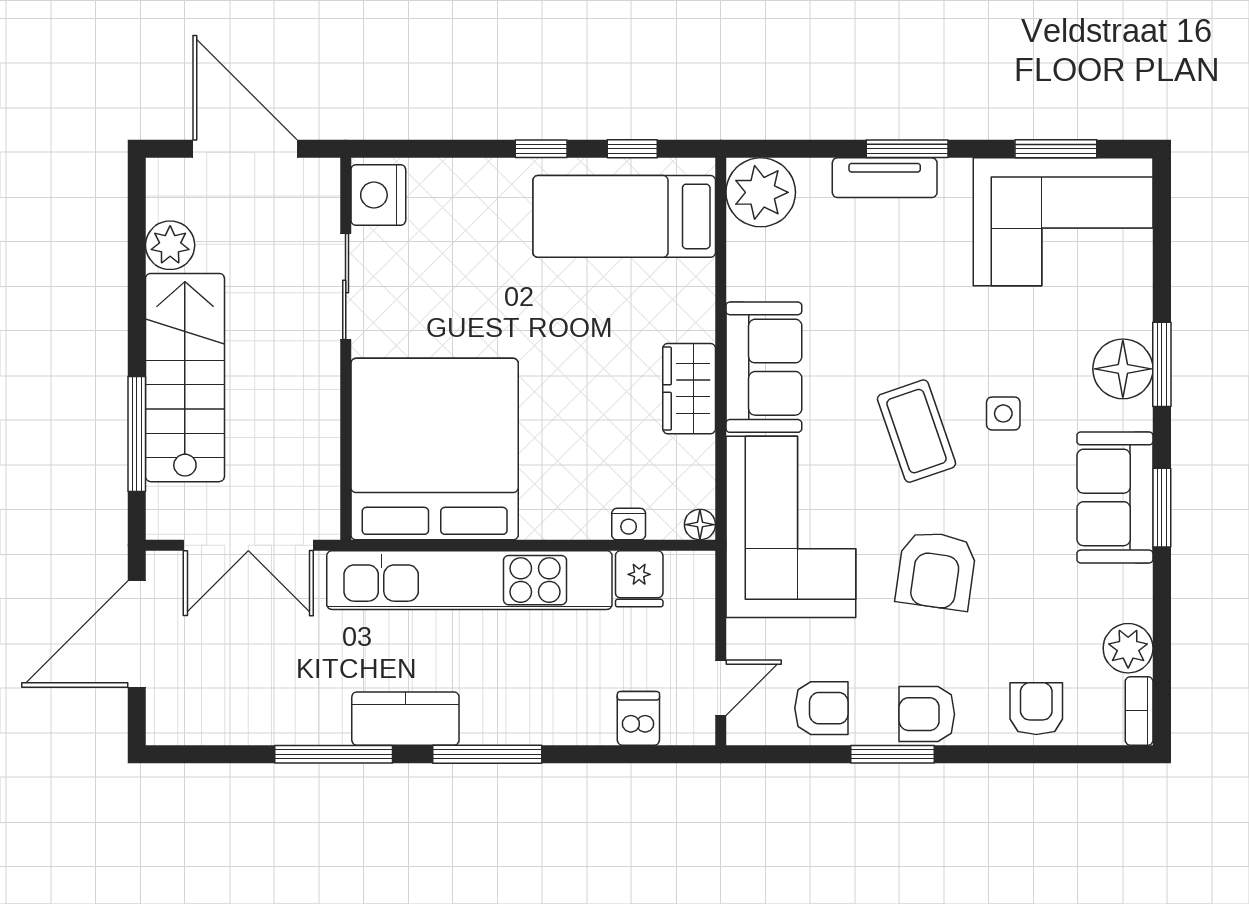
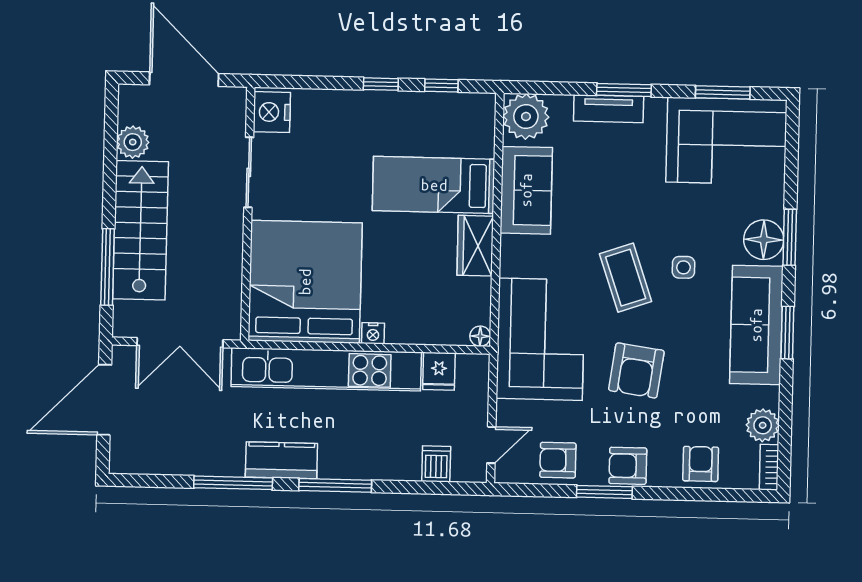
bed: (624, 216) -> (434, 185), moved
sofa: (764, 367) -> (526, 190), moved
sofa: (1115, 497) -> (756, 325), width x1.36
nightstand: (629, 524) -> (373, 333), moved
armchair: (821, 708) -> (558, 460), turned 180

